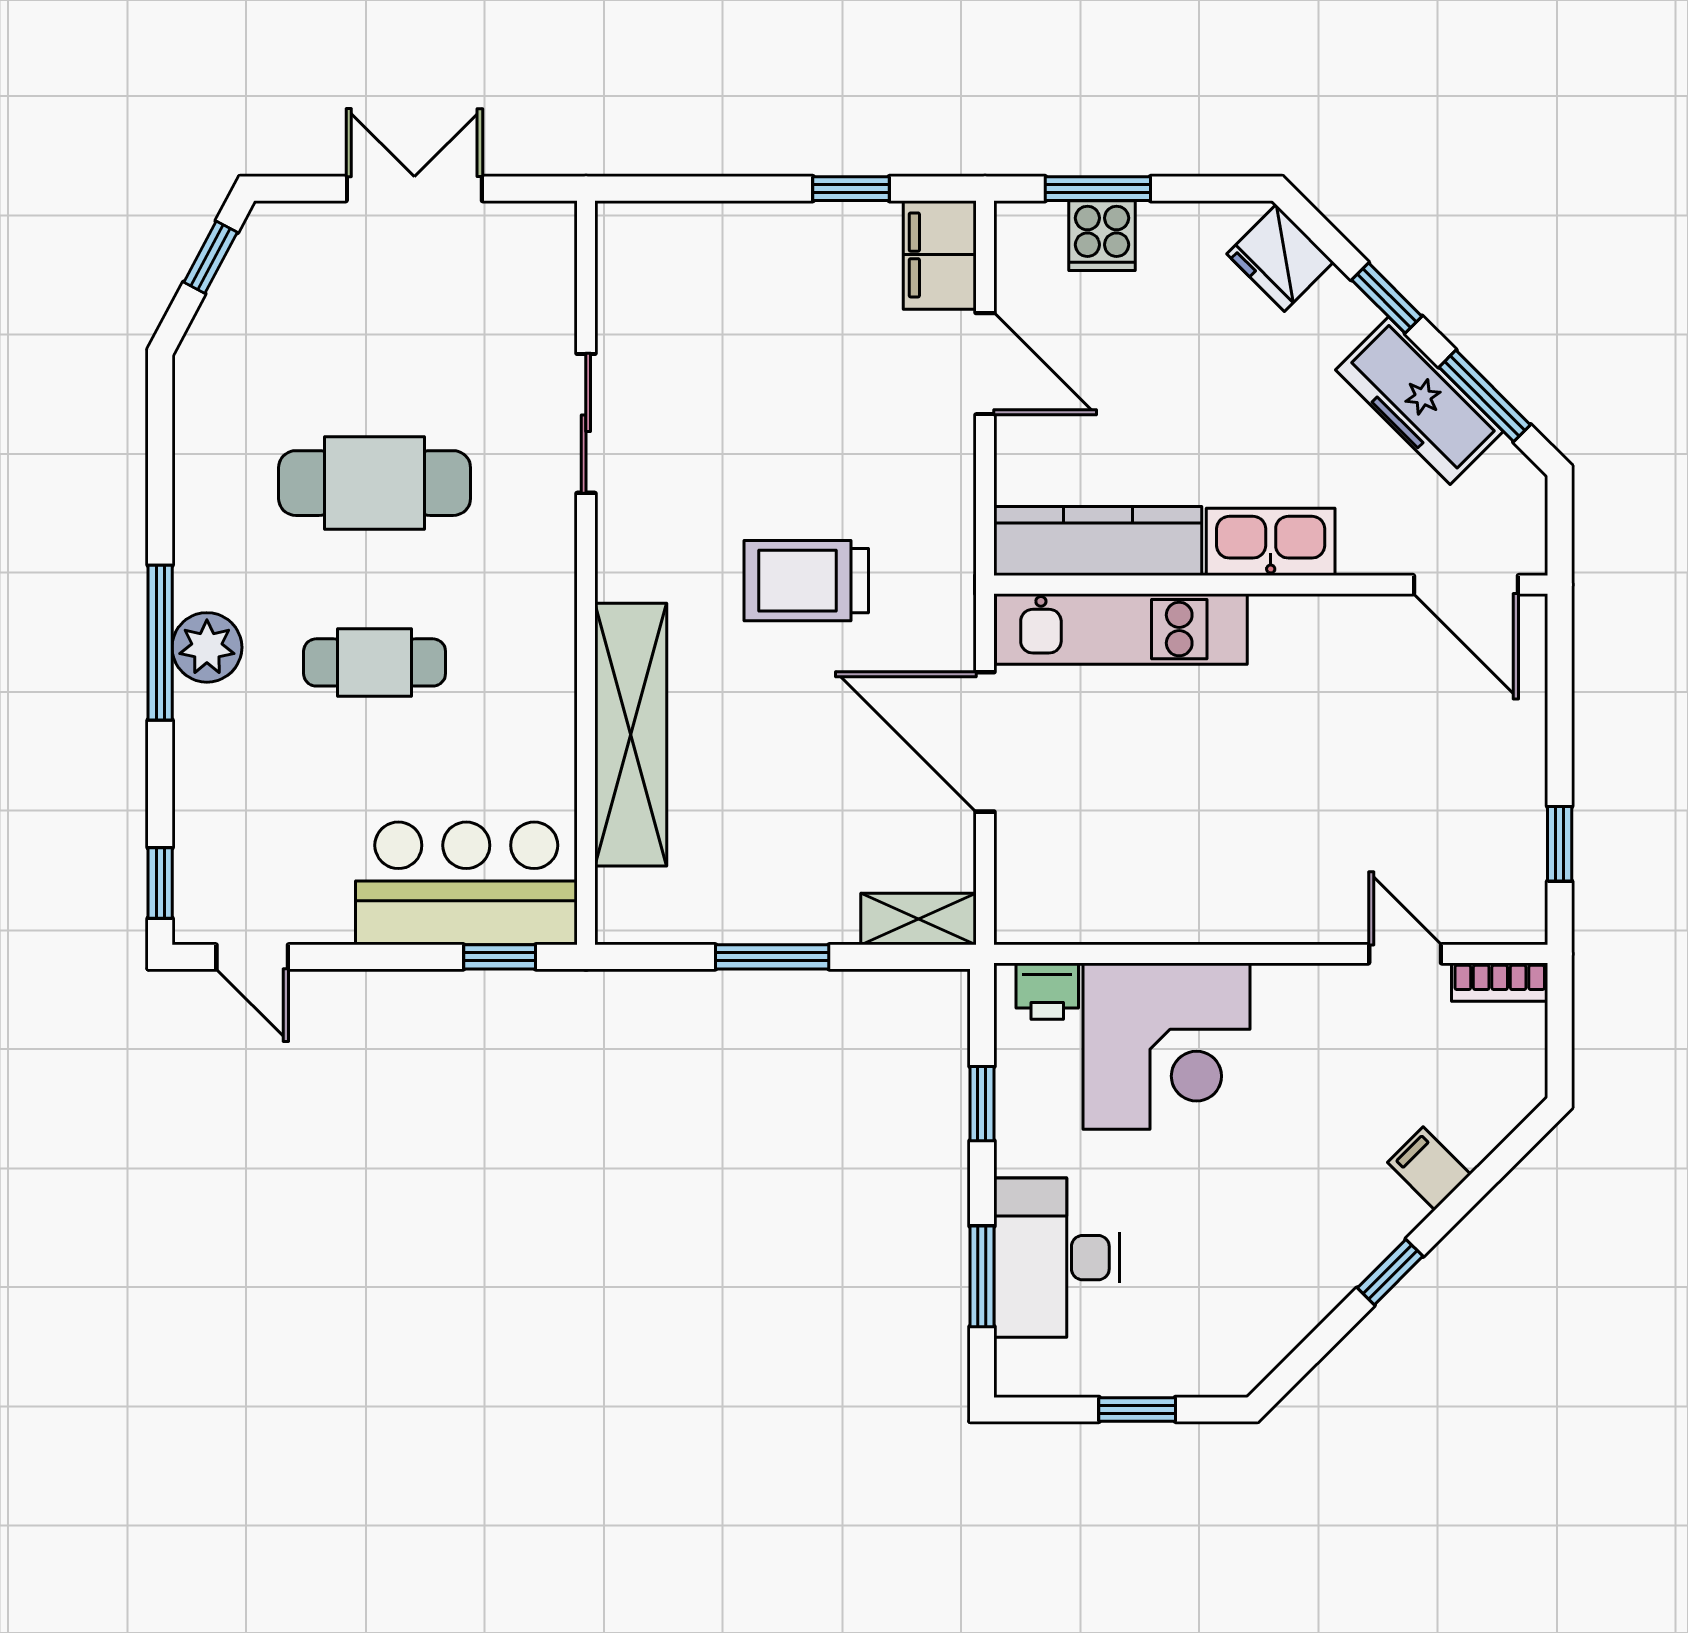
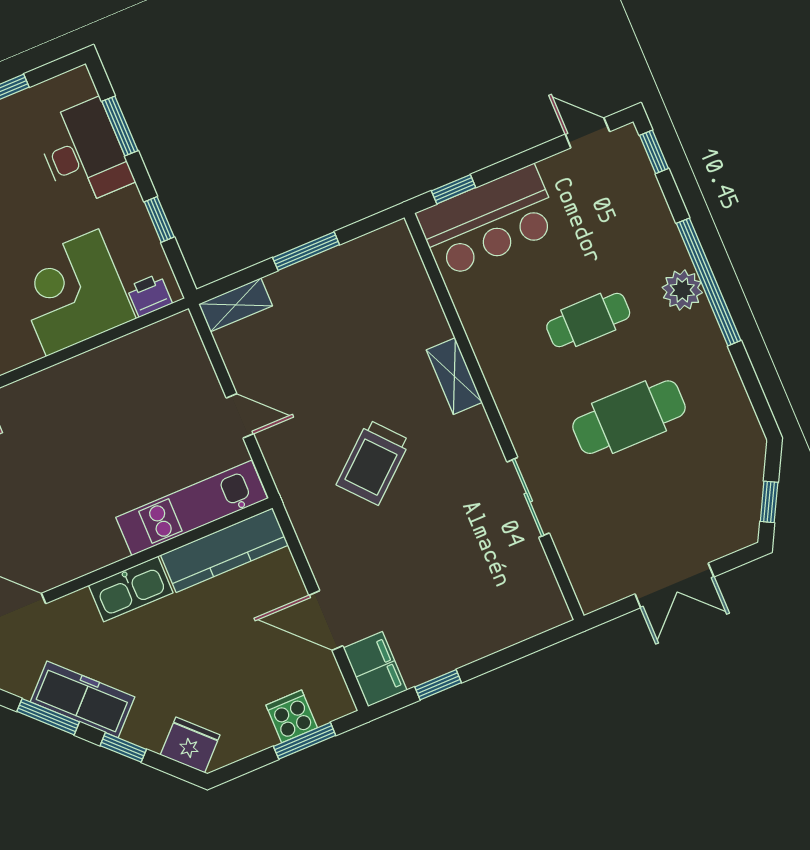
trolley: (806, 581) -> (373, 462), turned 139
window: (160, 643) -> (709, 282), width x1.46
shelving: (631, 735) -> (454, 376), width x0.45, depth x0.75
door: (985, 742) -> (240, 416), width x0.53

